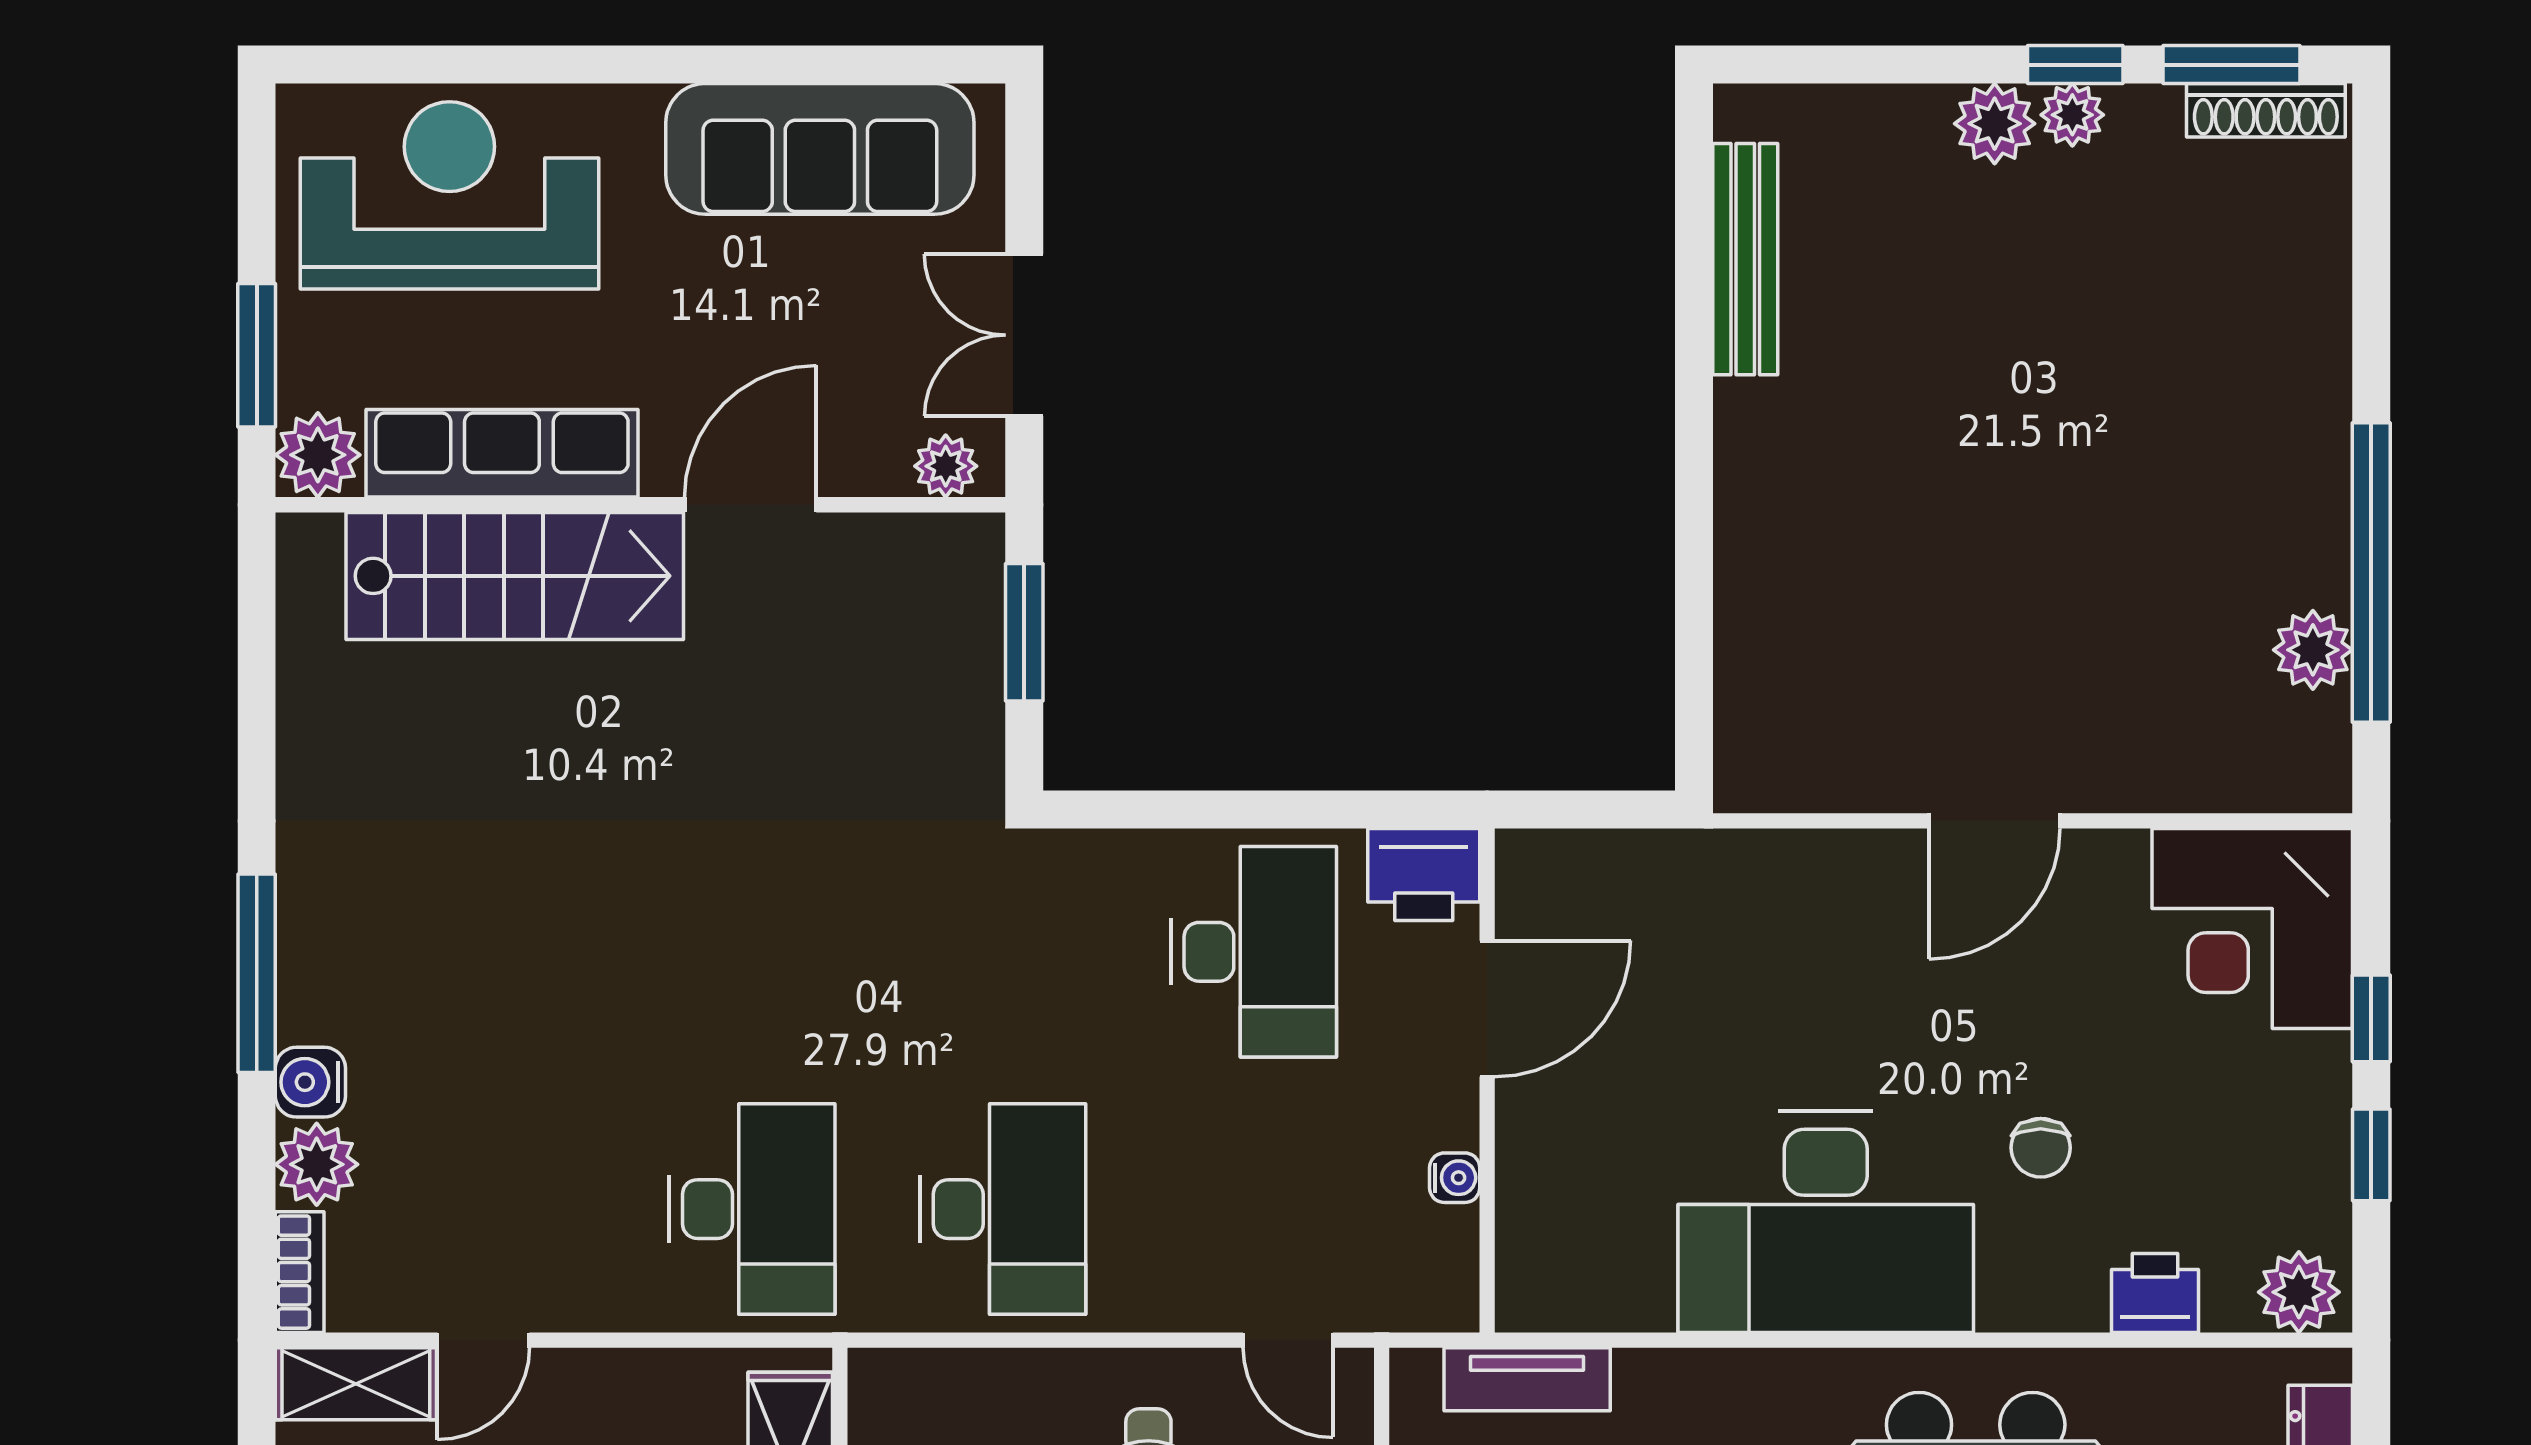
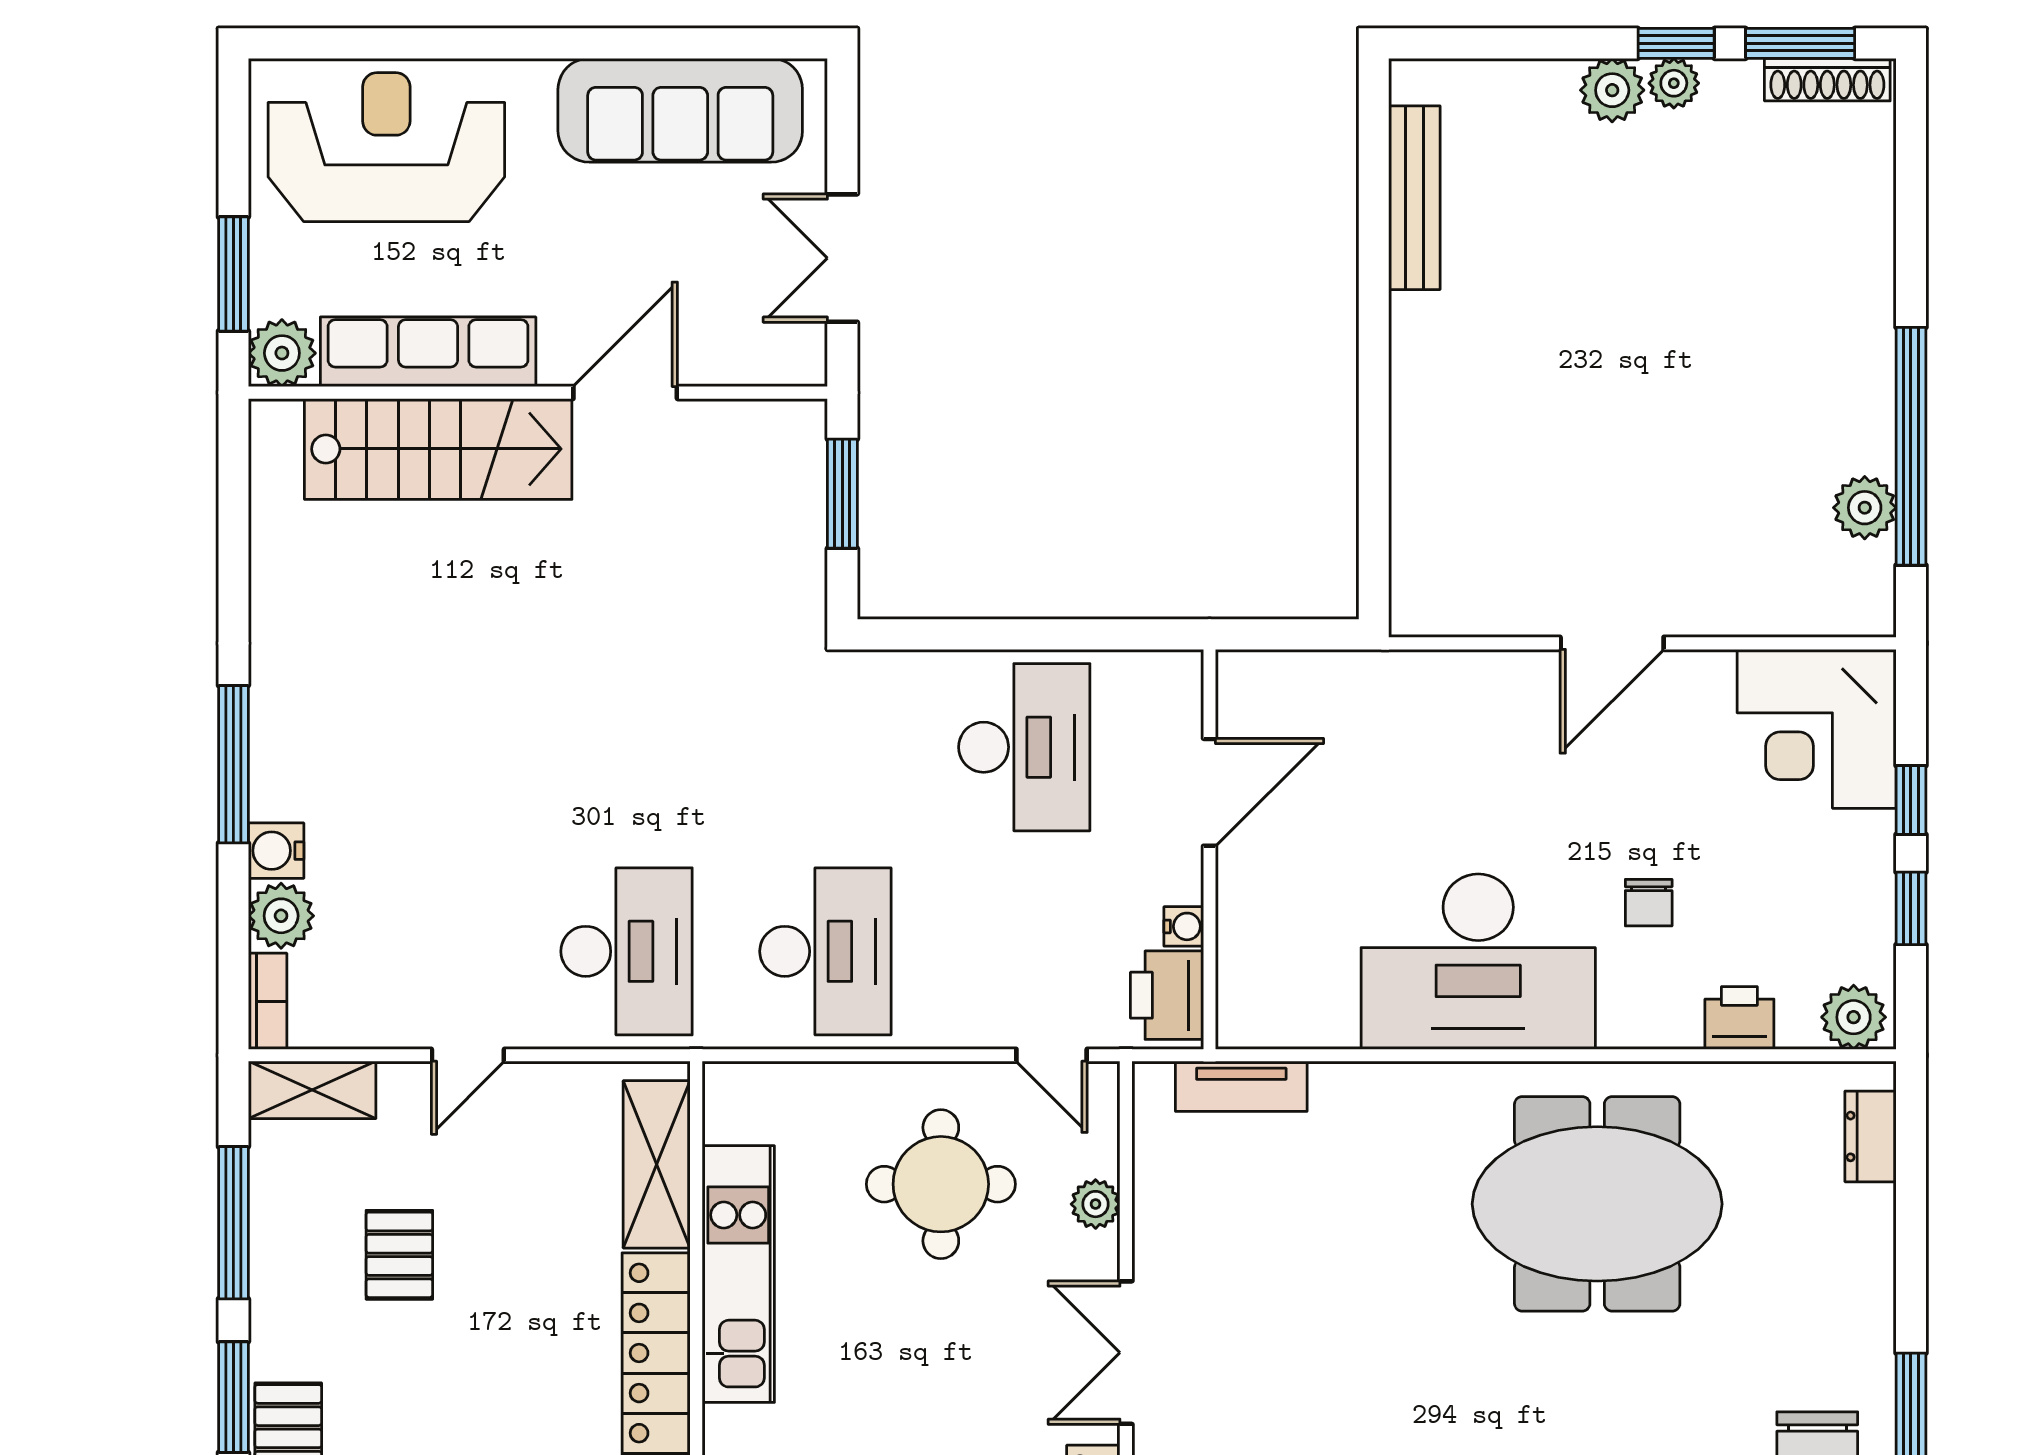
plant: (946, 466) -> (780, 362), removed
printer: (1424, 874) -> (1167, 995), moved, turned 90
door: (483, 1340) -> (468, 1055), moved

